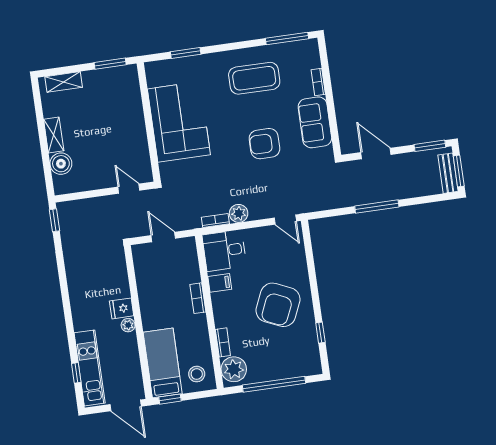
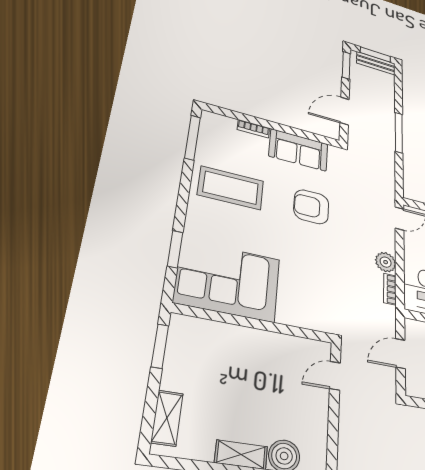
coffee table: (254, 78) -> (231, 188), turned 90
corner sofa: (179, 122) -> (228, 281), moved
armchair: (264, 144) -> (311, 207), turned 90

